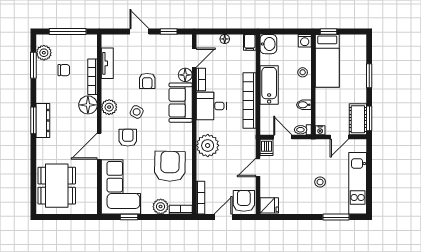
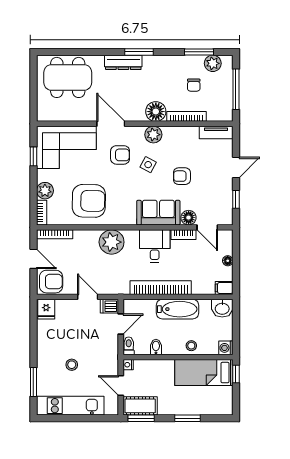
tv unit: (107, 63) -> (216, 133), moved
dresser: (43, 120) -> (123, 62), moved

